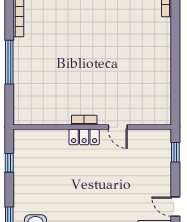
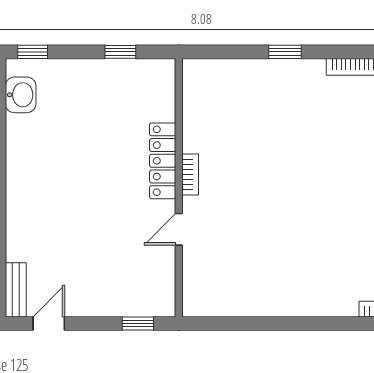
window: (9, 62) -> (285, 52), width x0.46
locker: (84, 137) -> (163, 161), width x1.53

